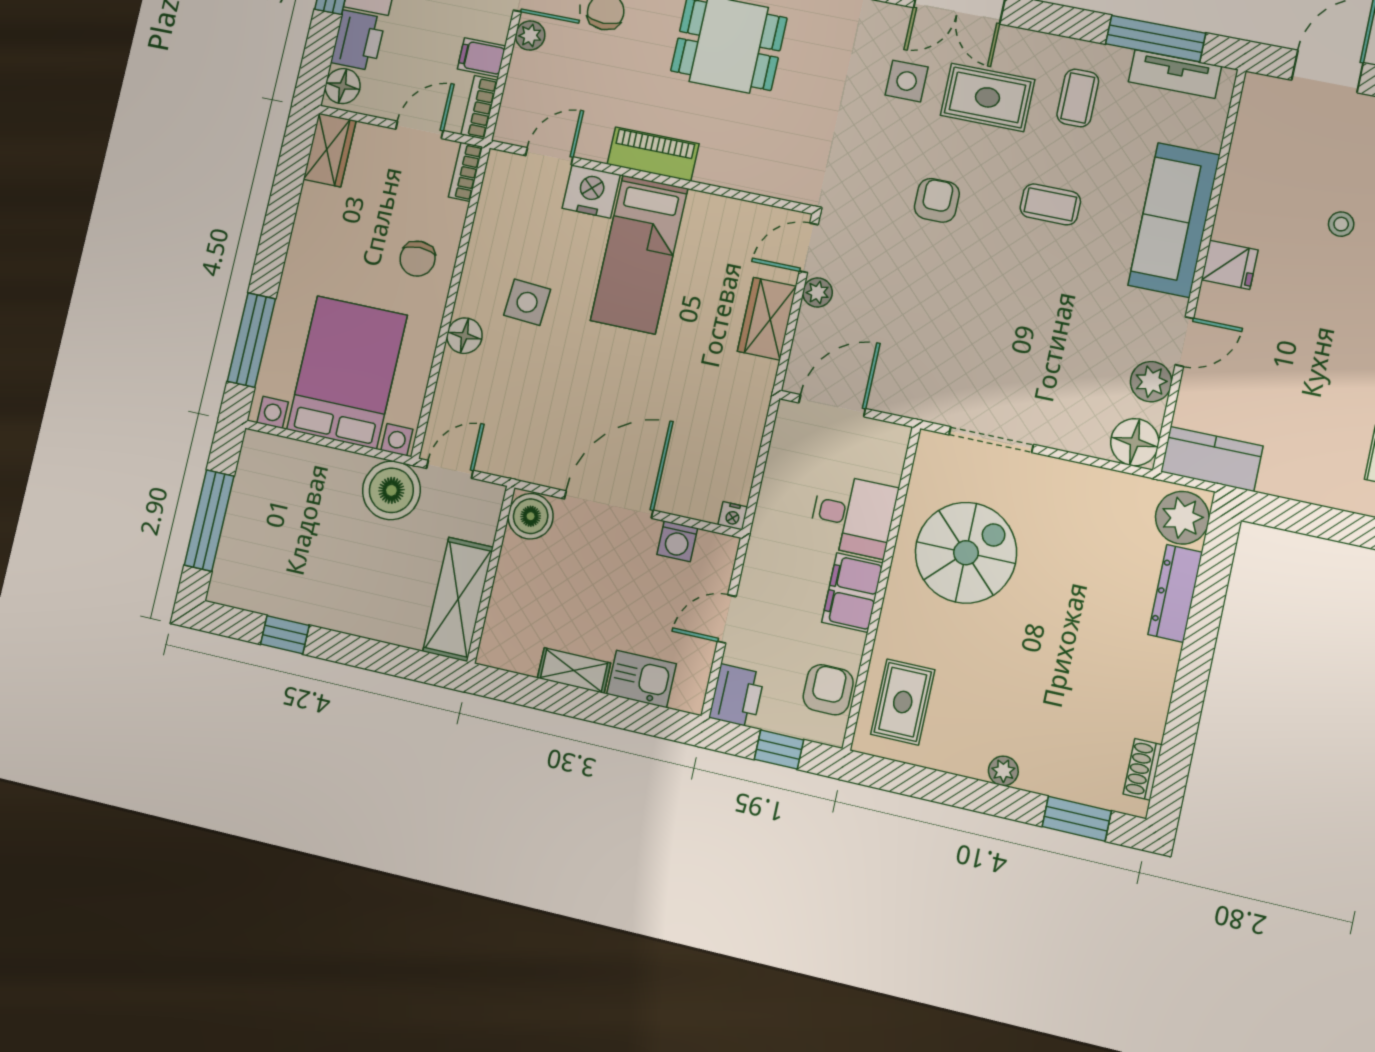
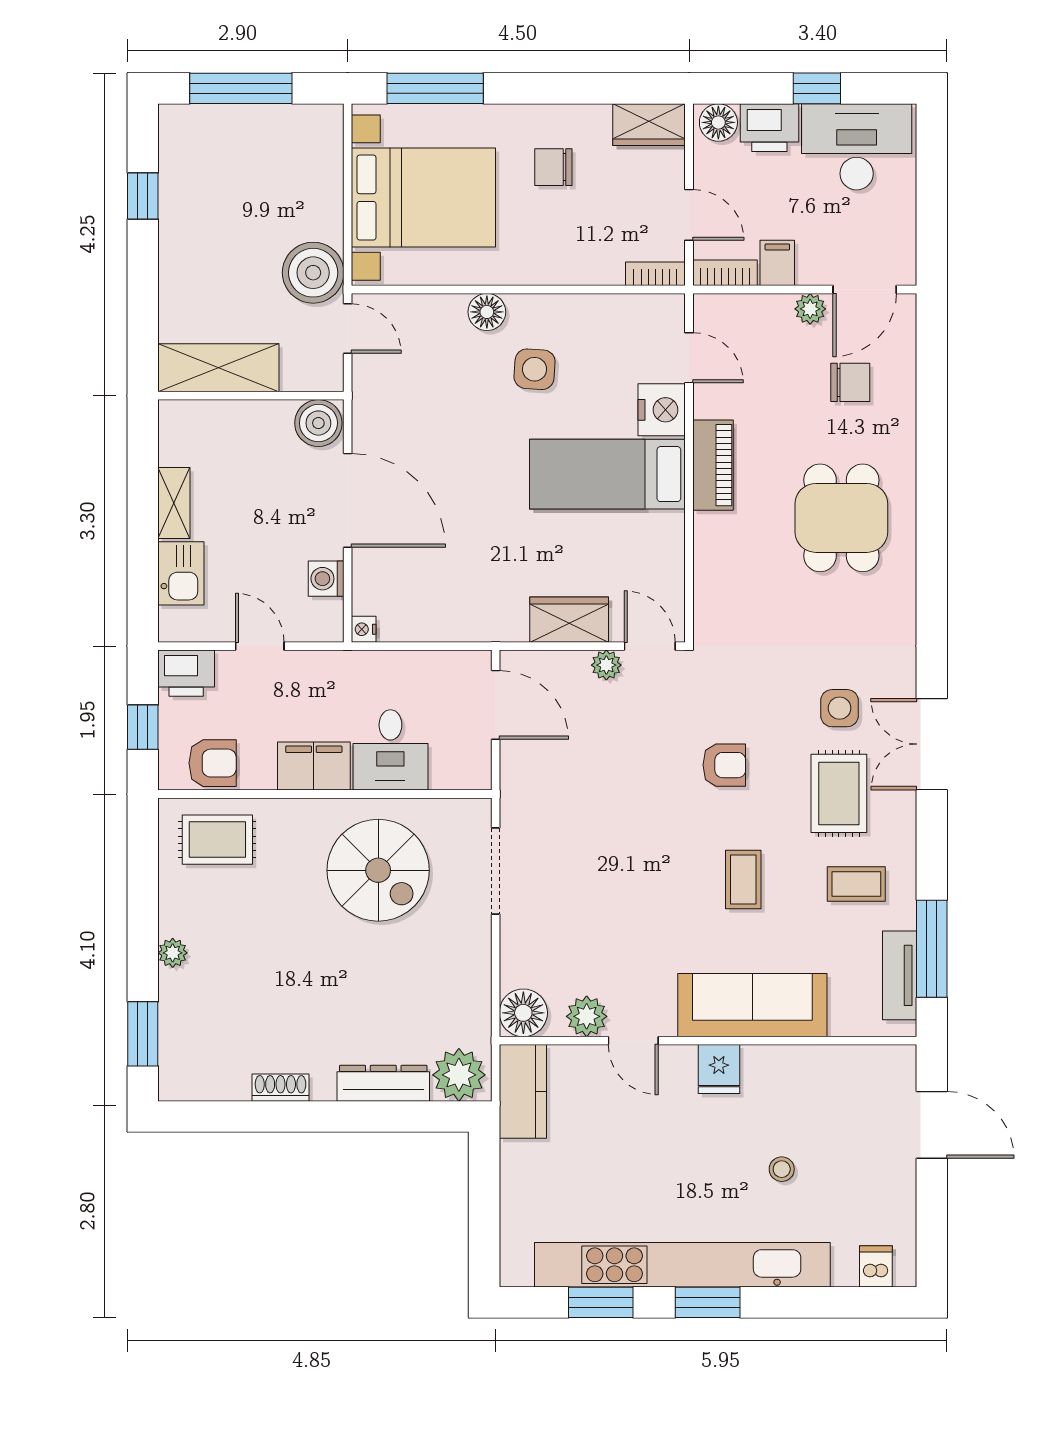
chair: (418, 259) -> (553, 167), moved
shoe rack: (1143, 769) -> (281, 1088), moved

